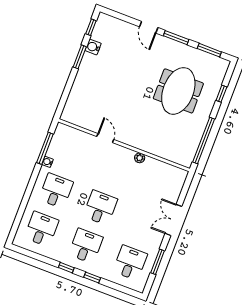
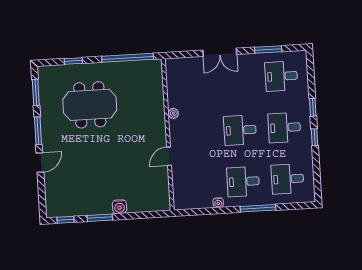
water cooler: (93, 47) -> (119, 207), moved
window: (45, 148) -> (258, 208), moved

